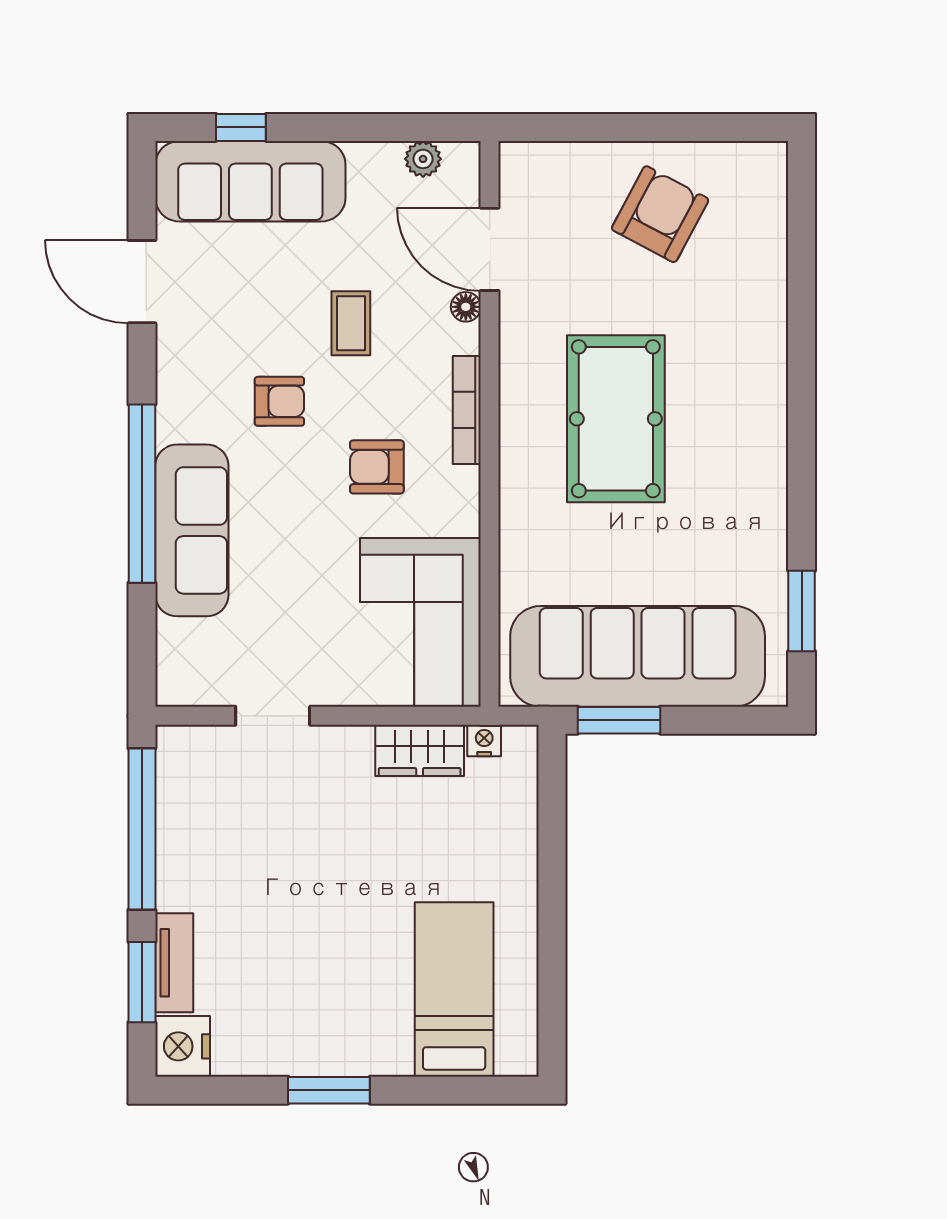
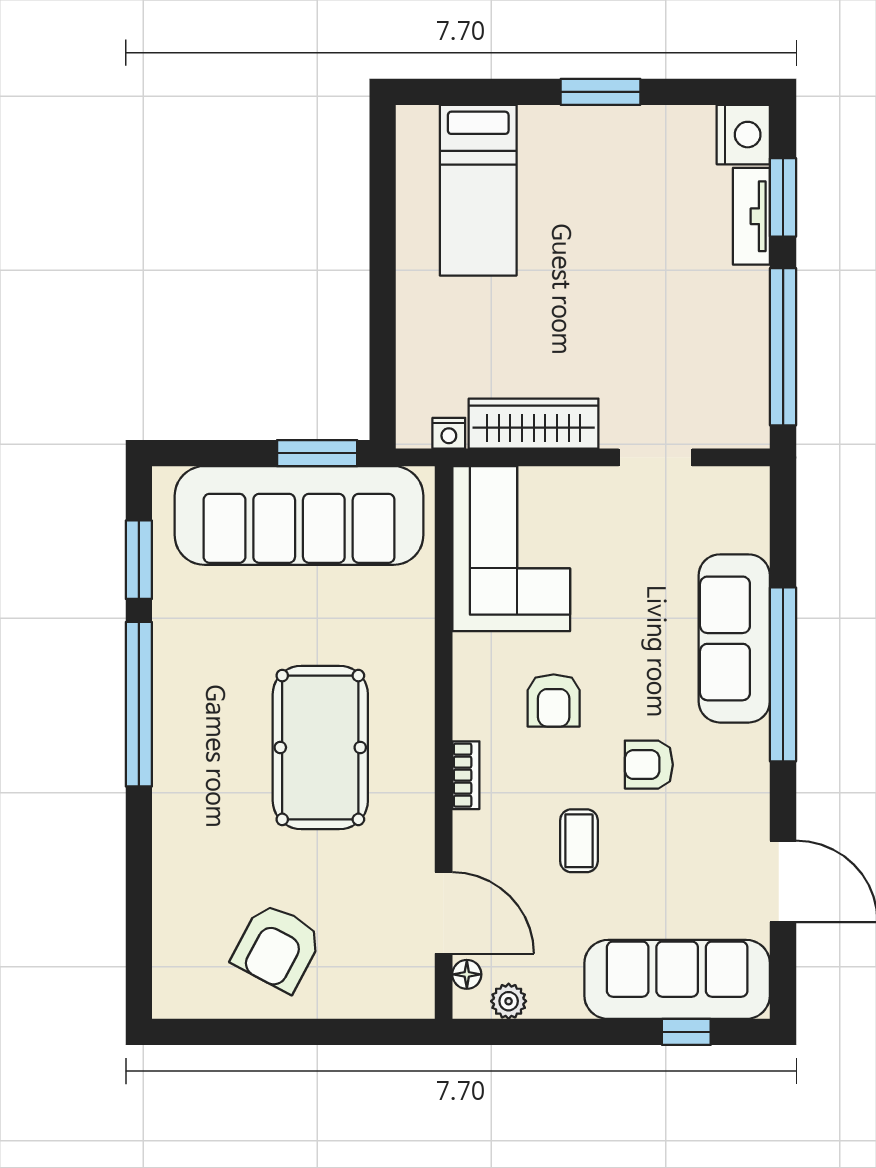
floor lamp: (466, 307) -> (467, 974), moved
bookcase: (467, 410) -> (466, 775), width x0.64
window: (802, 463) -> (139, 704), added
armchair: (377, 467) -> (554, 700), turned 90
wardrobe: (420, 750) -> (534, 424), width x1.50

